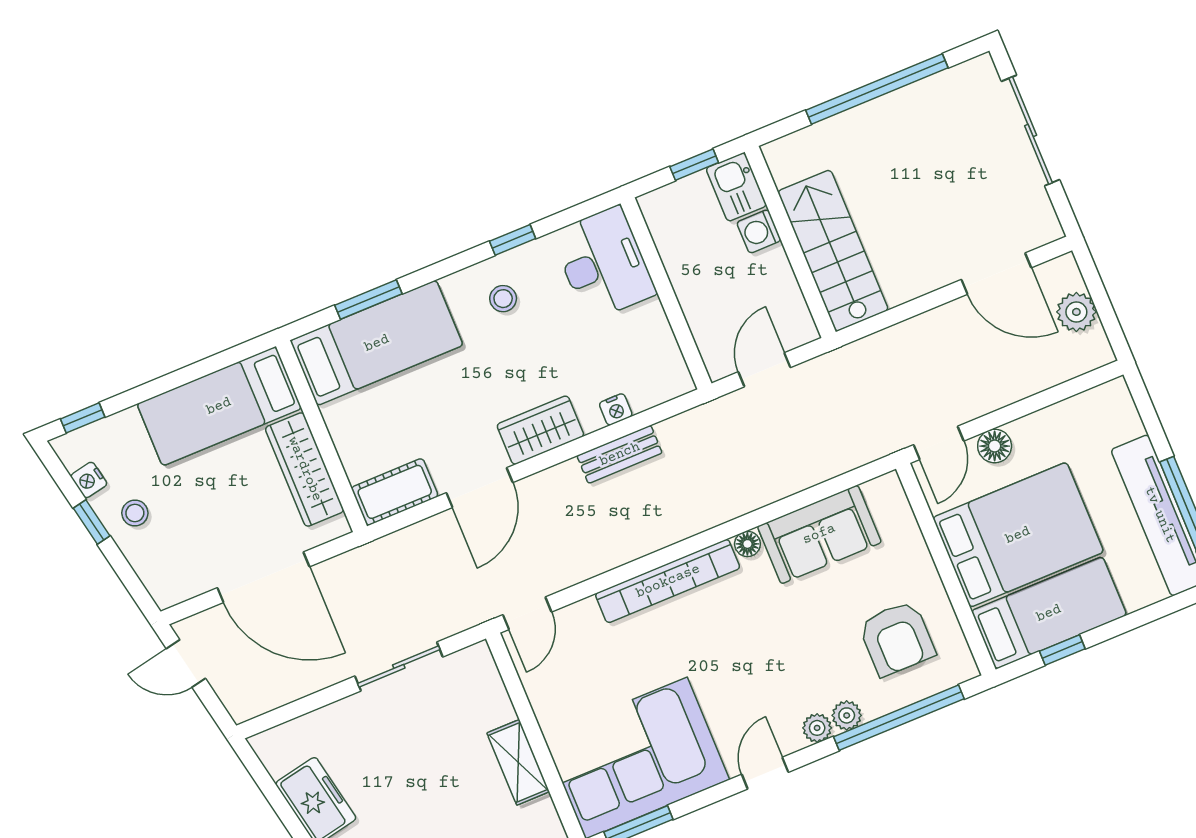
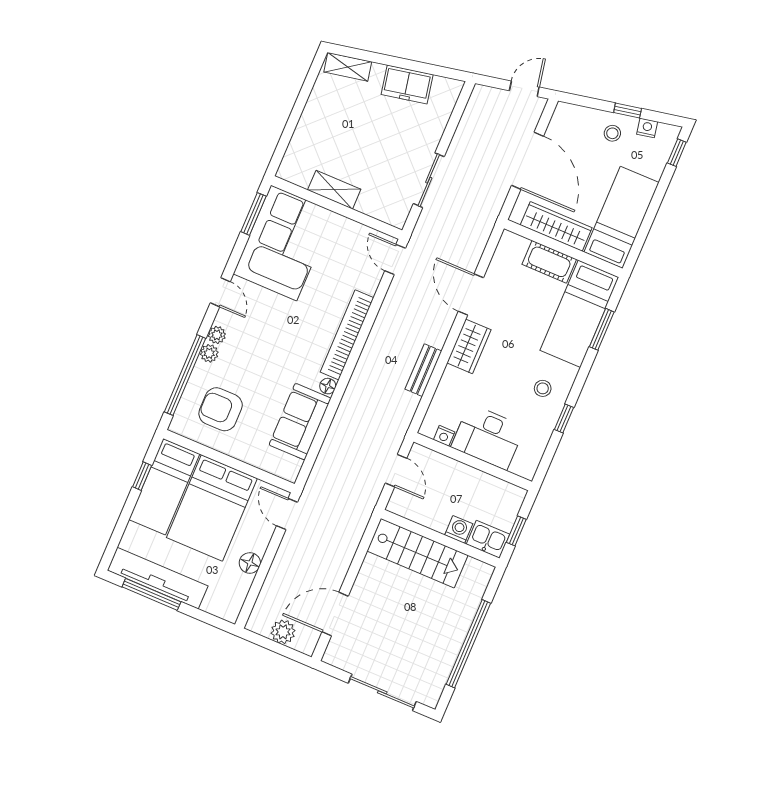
desk: (604, 263) -> (488, 437), moved
nightstand: (616, 409) -> (444, 436), moved, turned -90
floor lamp: (995, 446) -> (250, 563), moved
cot: (395, 492) -> (549, 262), moved, turned 90
door: (263, 577) -> (528, 161), swing flipped

